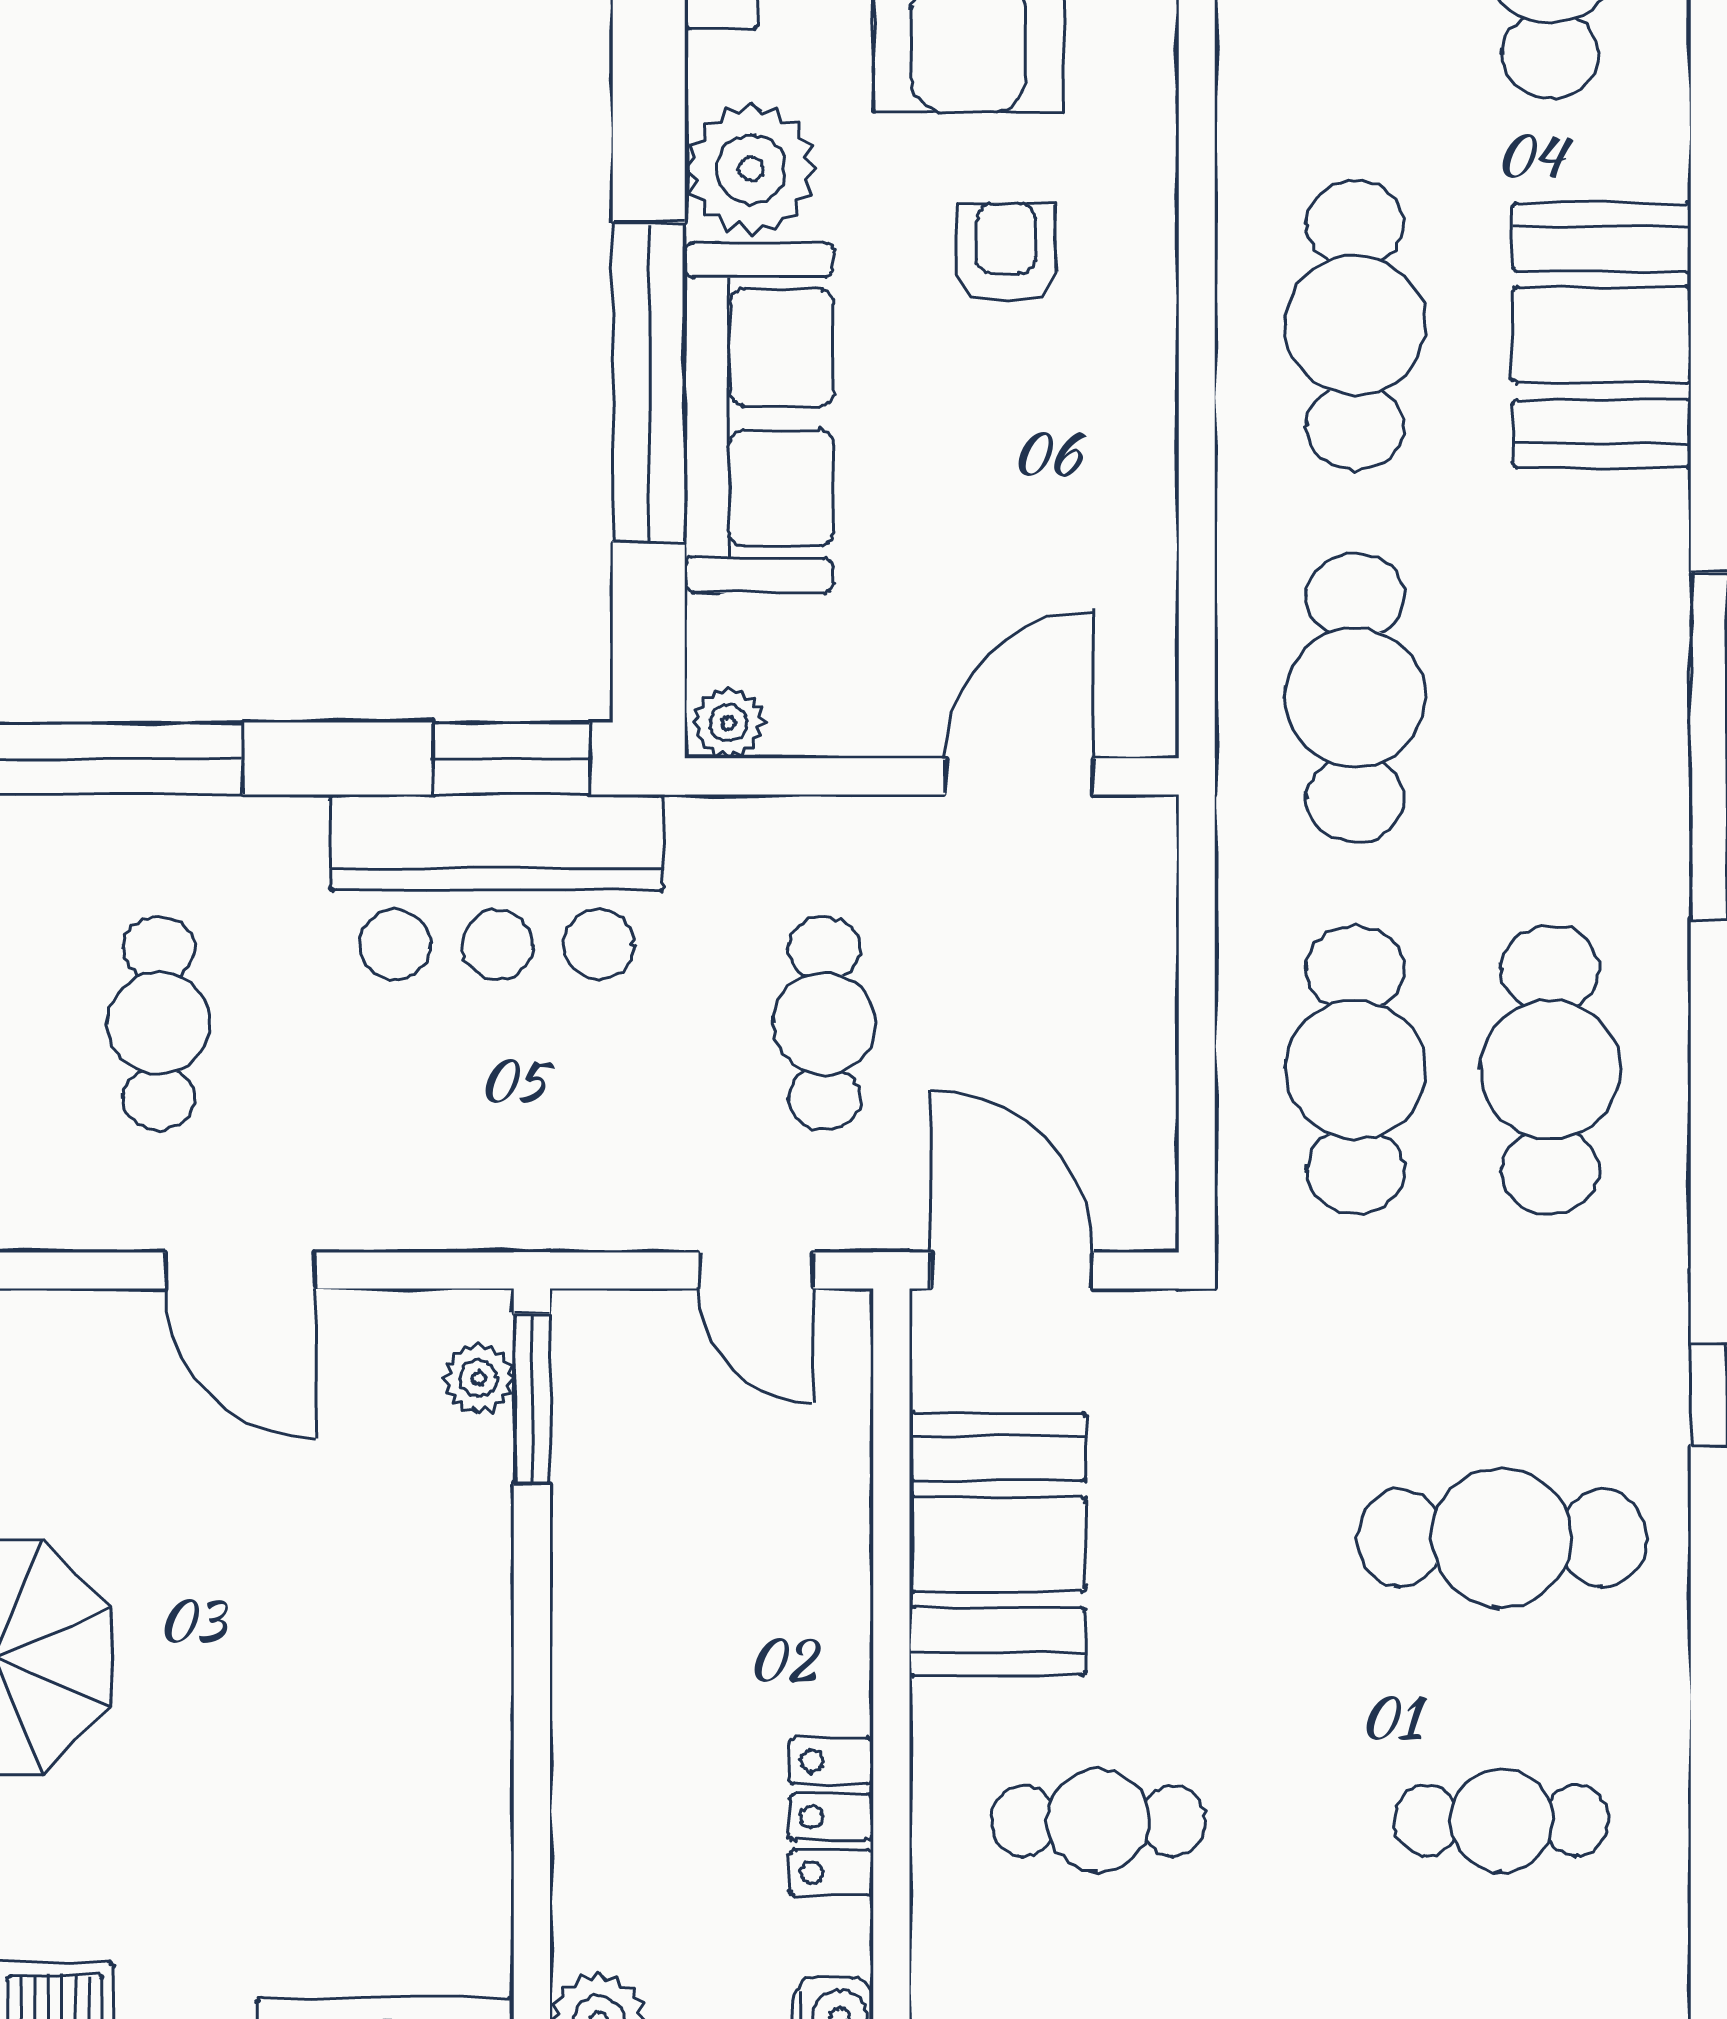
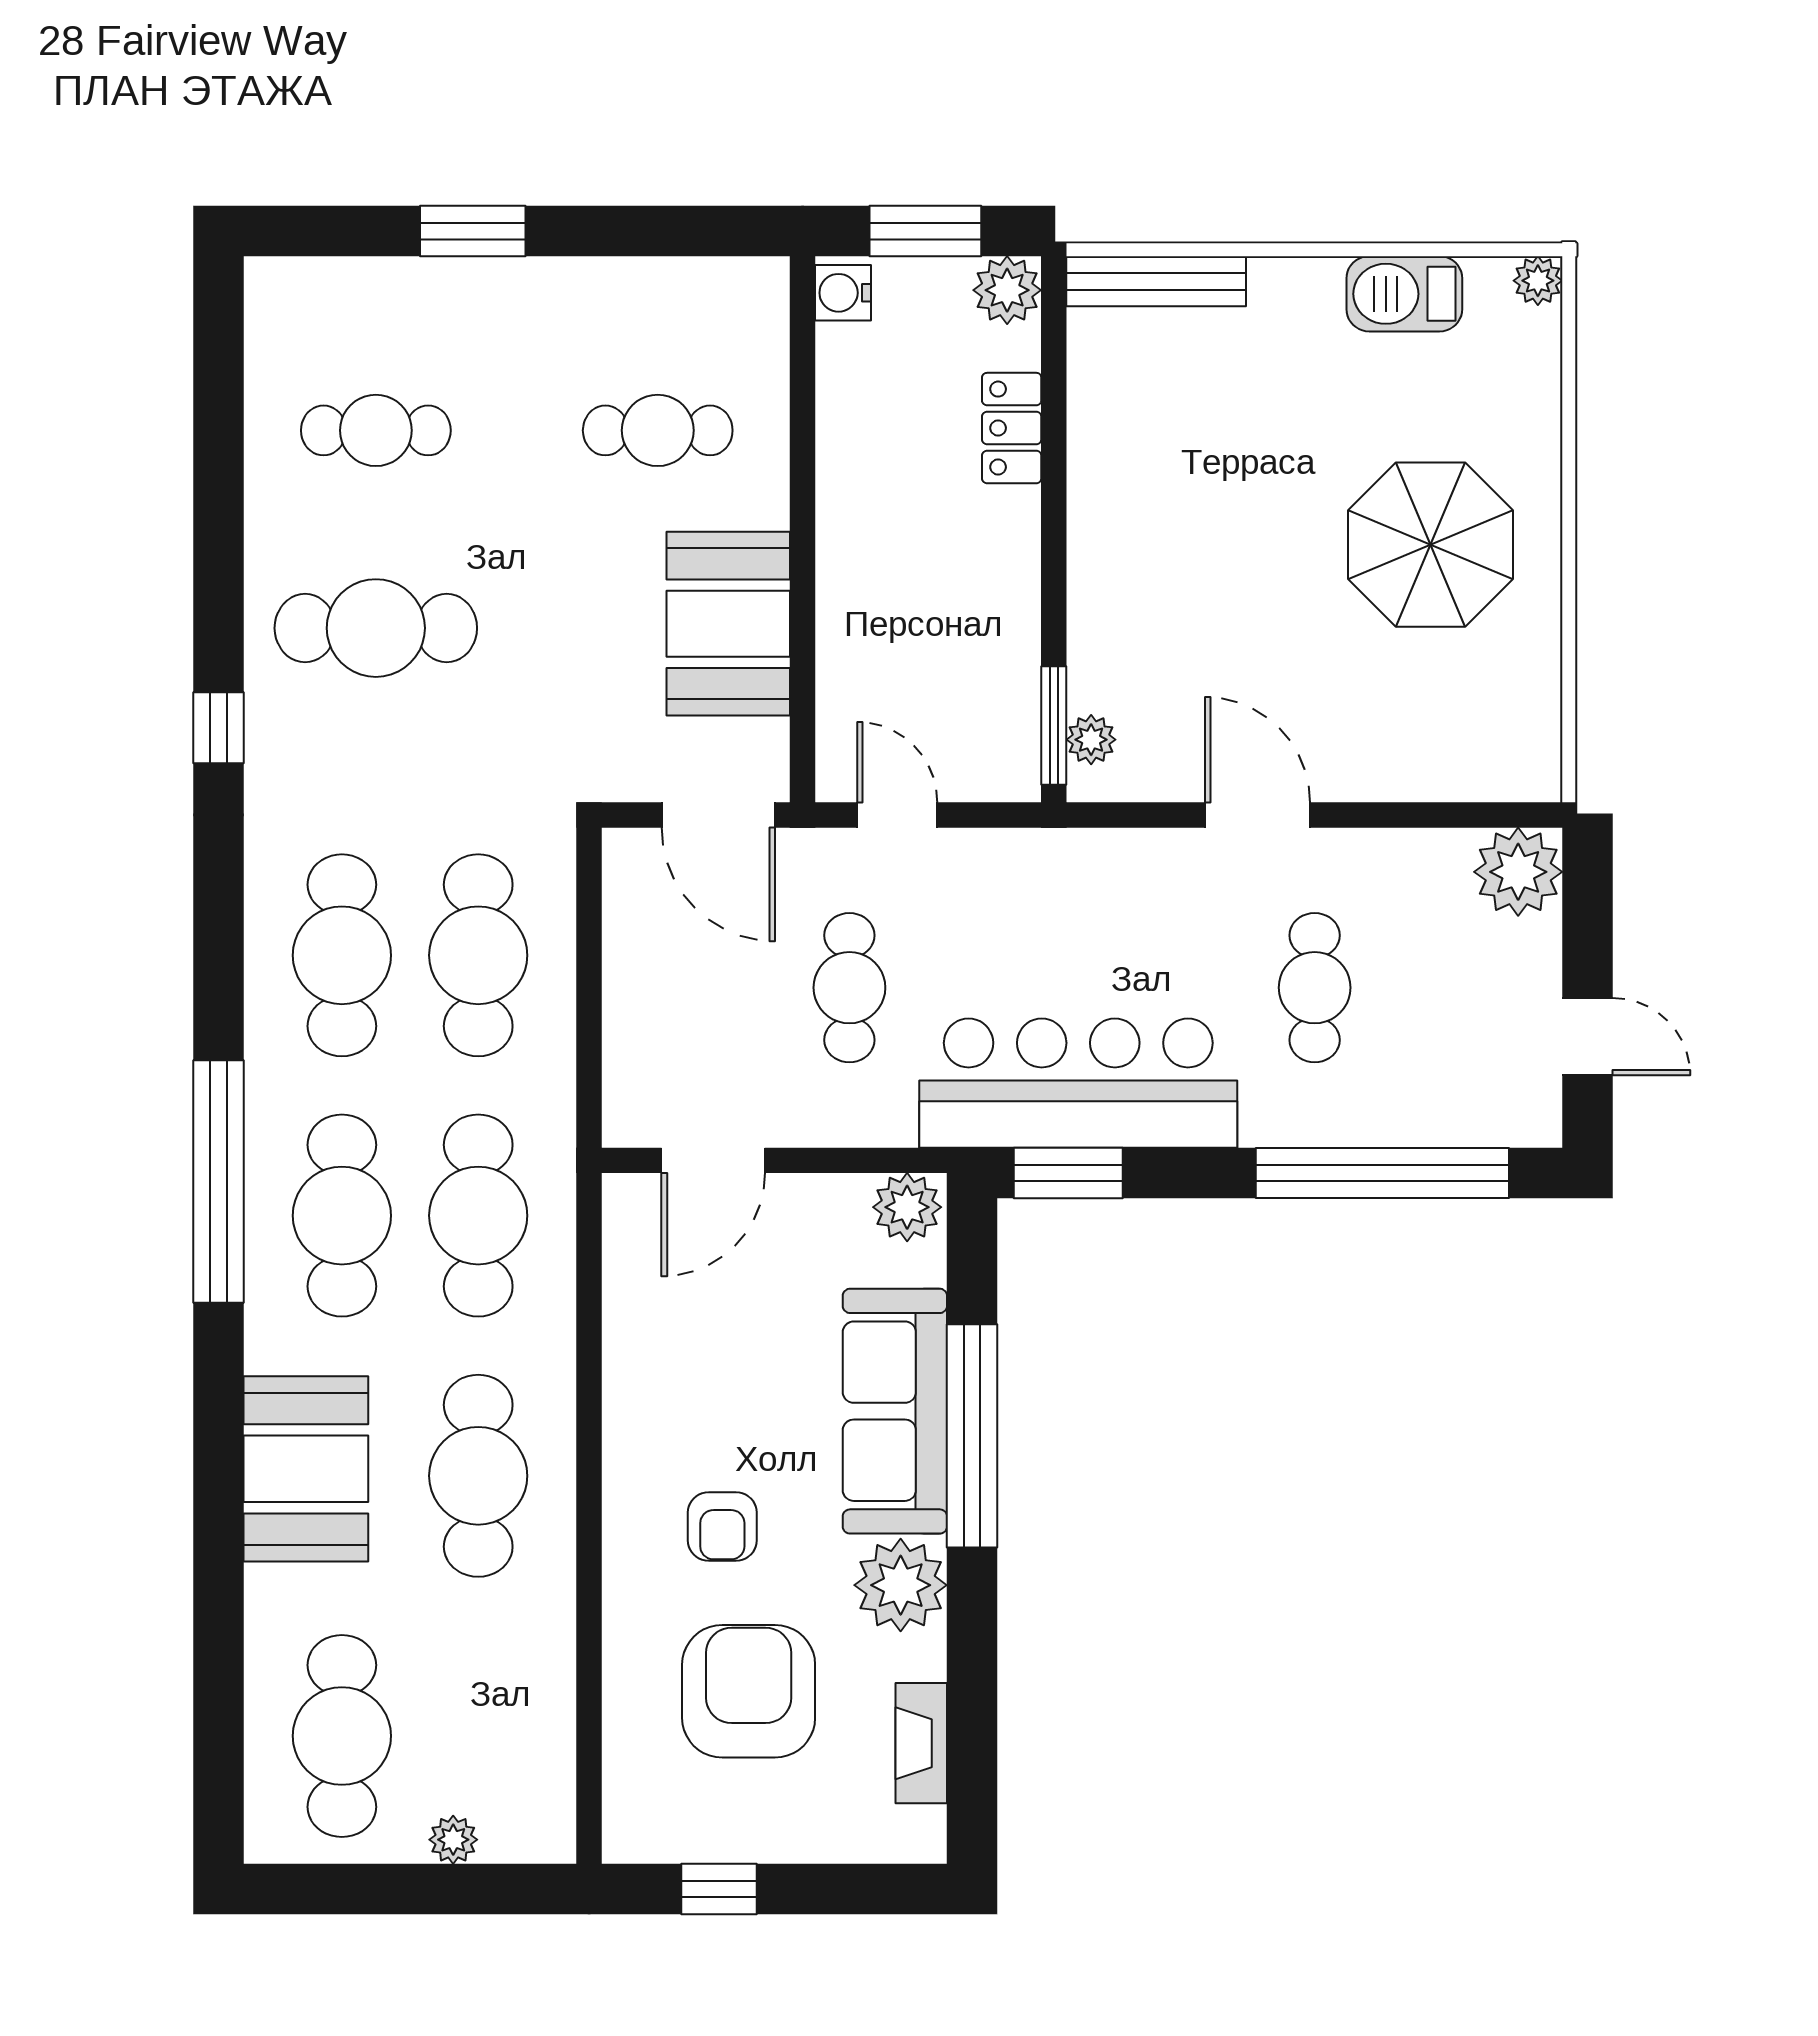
cafe table: (1550, 698) -> (342, 1216), added
plant: (728, 723) -> (907, 1207), width x1.38, depth x1.38
bar counter: (497, 887) -> (1078, 1083), width x1.36
locker: (831, 1817) -> (1012, 428), moved, turned 180

